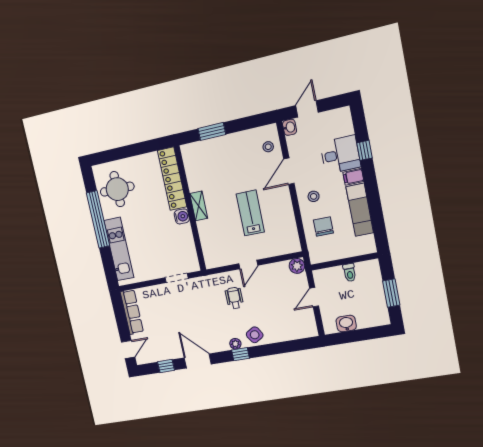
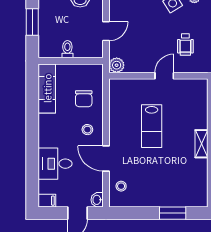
window: (364, 150) -> (32, 163), removed
door: (289, 171) -> (106, 159), swing flipped
filing cabinet: (353, 177) -> (47, 201), moved
exam couch: (360, 210) -> (47, 88), moved

